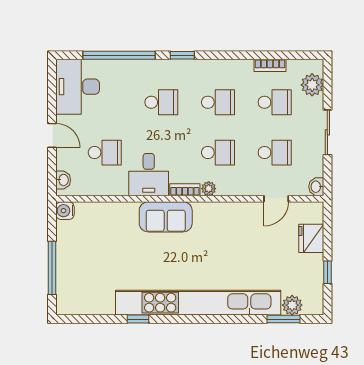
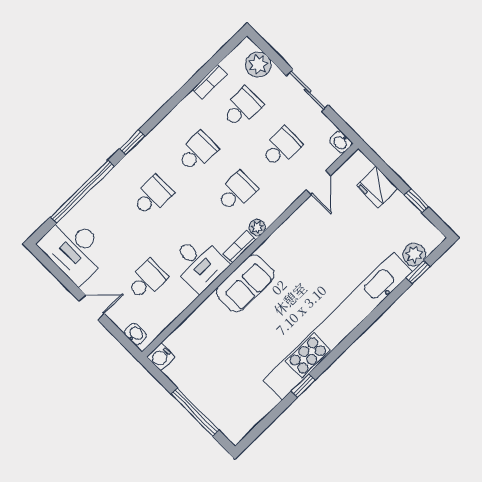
window: (283, 319) -> (418, 272), width x0.67

